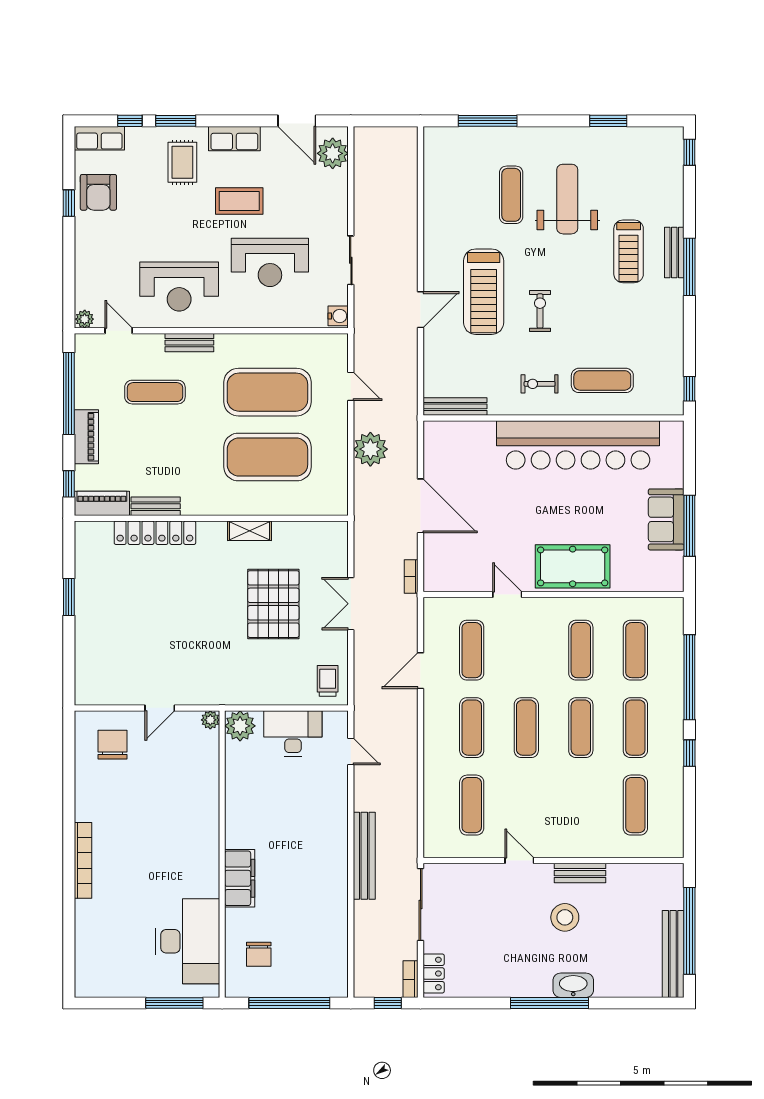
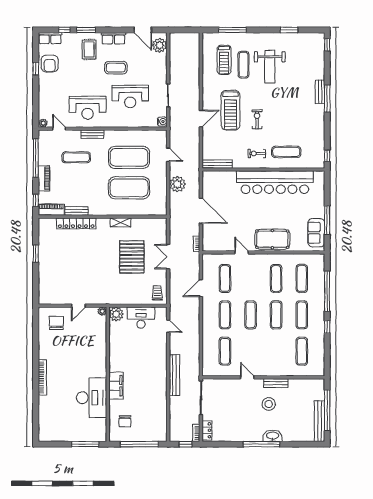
weight bench: (567, 199) -> (270, 67), turned 180
treadmill: (629, 251) -> (224, 60), moved
sofa: (666, 519) -> (316, 233), moved
desk: (188, 941) -> (92, 398), moved

